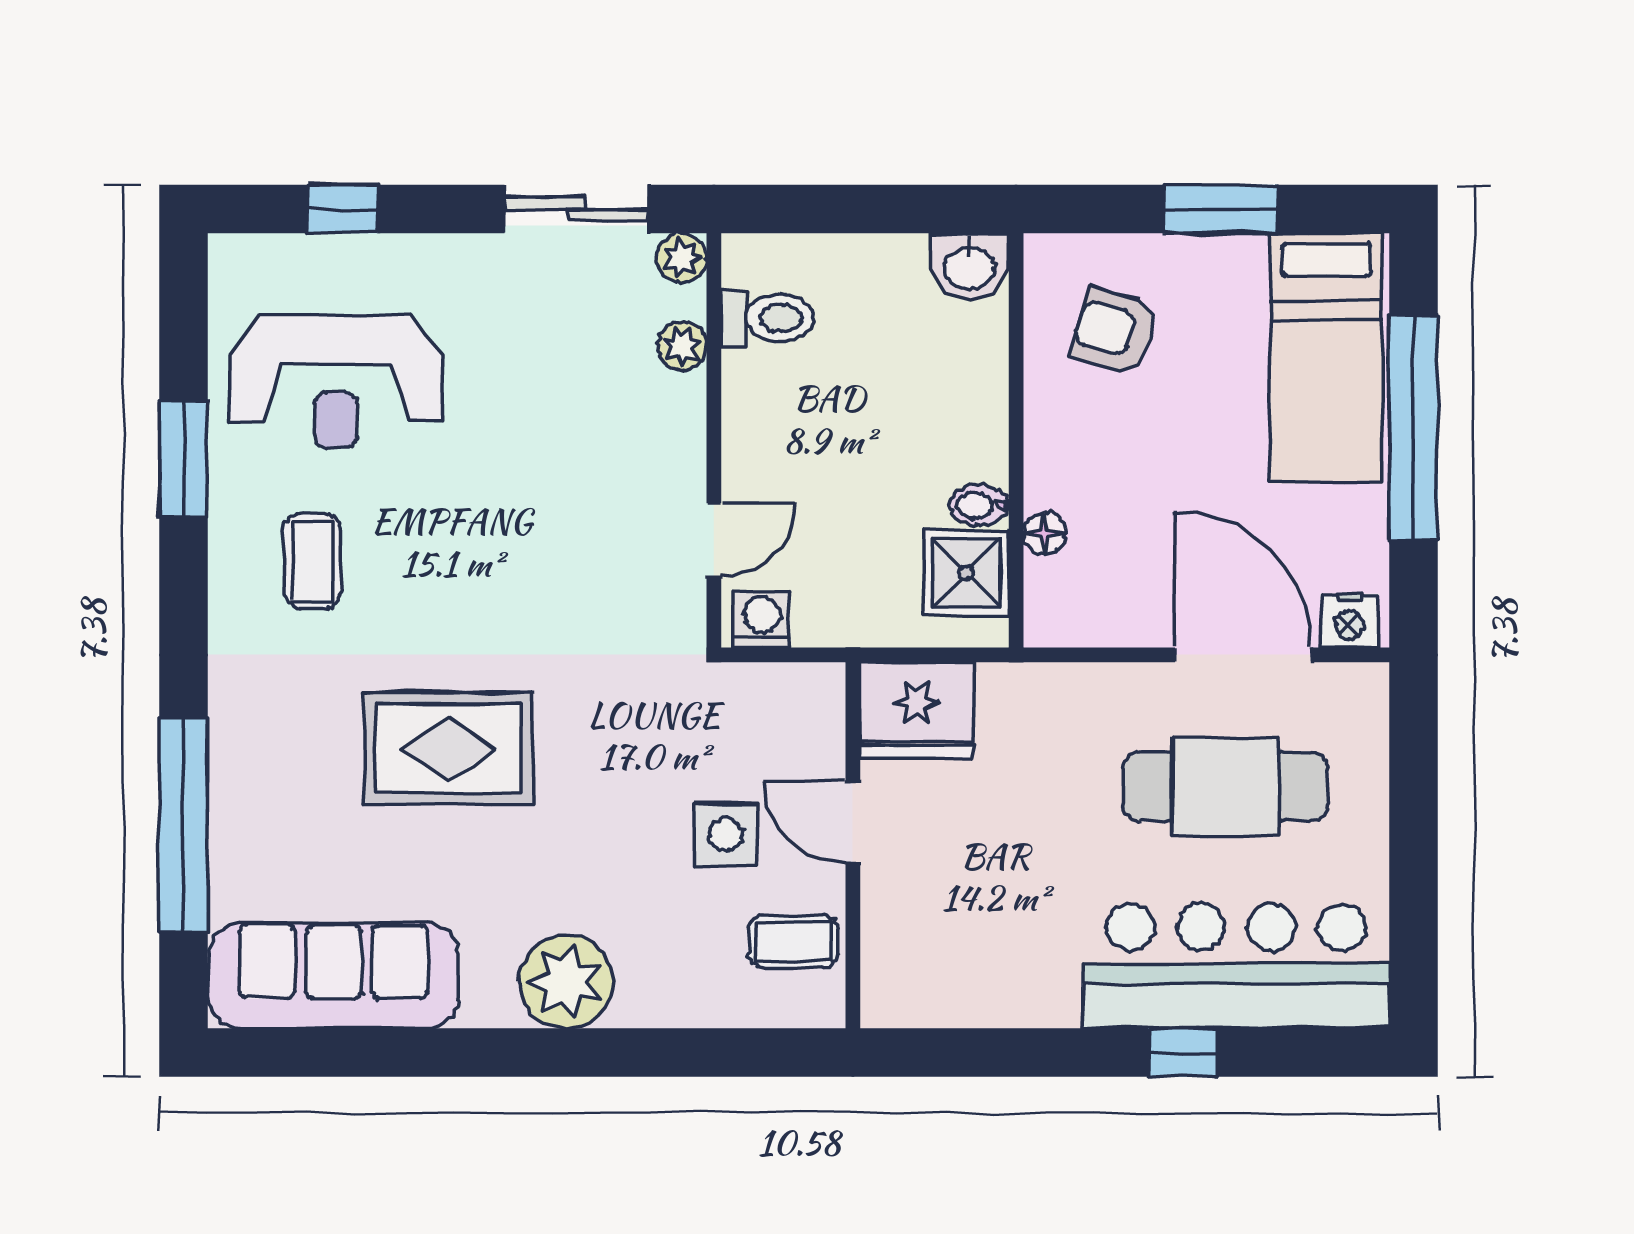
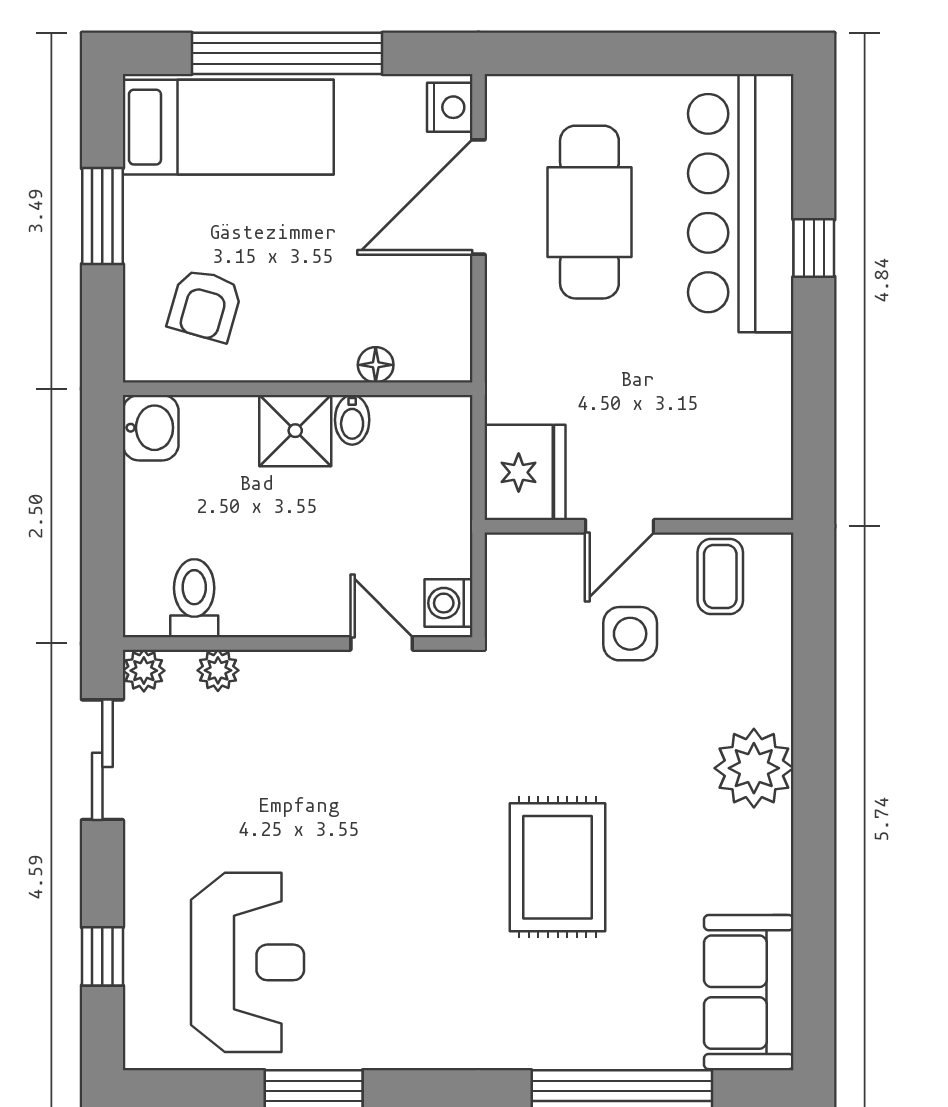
coffee table: (312, 561) -> (399, 982), removed
shower: (966, 573) -> (295, 431), moved
sofa: (334, 975) -> (749, 992), width x0.73

